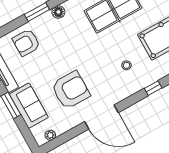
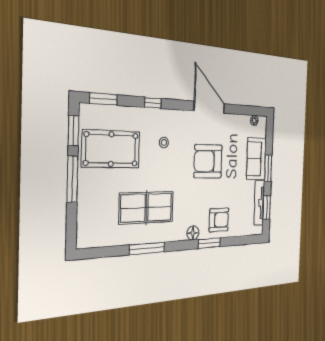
armchair: (26, 43) -> (219, 220), moved
armchair: (71, 90) -> (208, 161), moved

